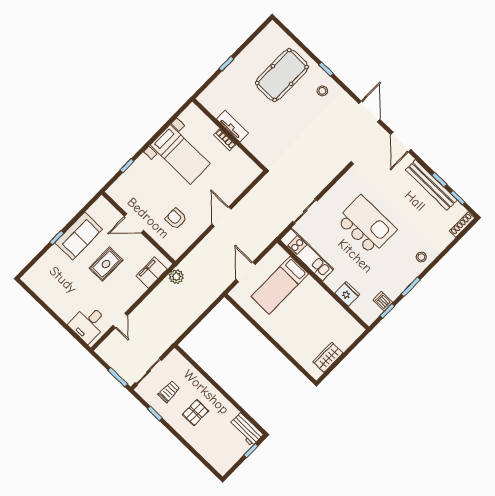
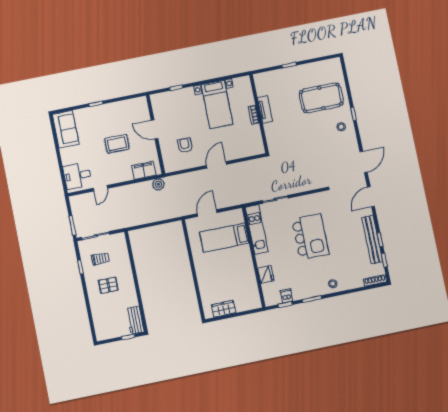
sofa: (79, 236) -> (66, 129), moved, turned -90

